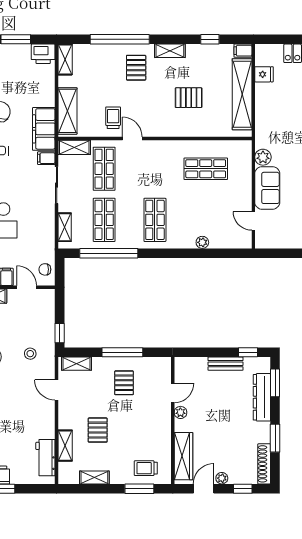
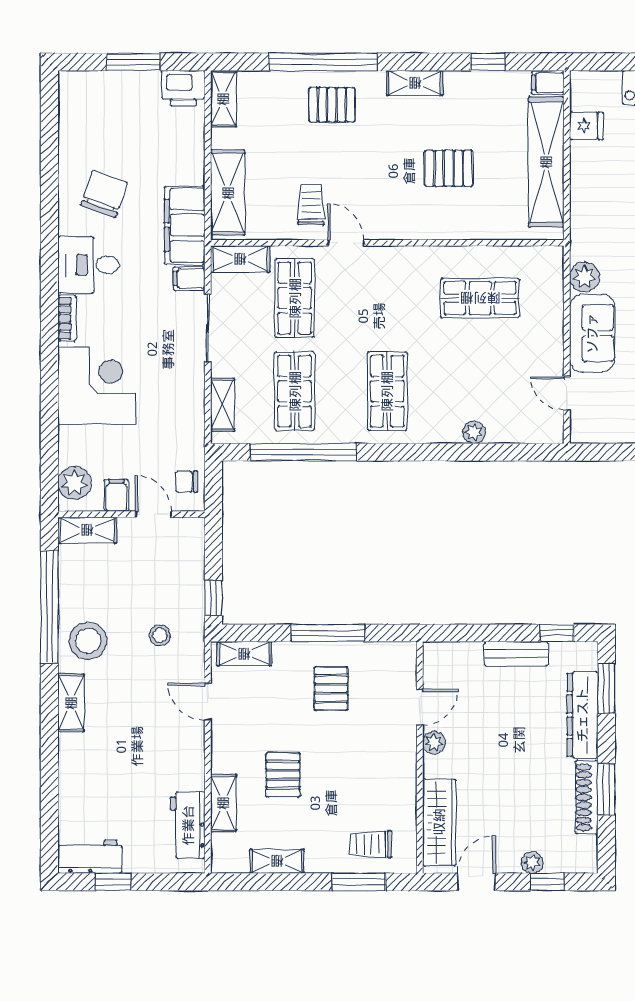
pallet: (136, 68) -> (332, 105), moved, turned 90
shoe rack: (264, 464) -> (587, 797), moved
plant: (222, 478) -> (532, 863), moved

